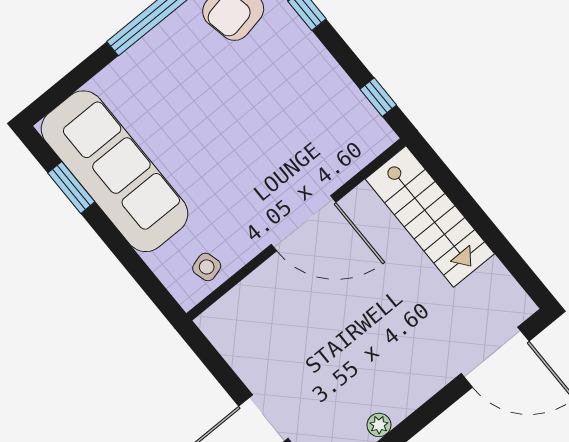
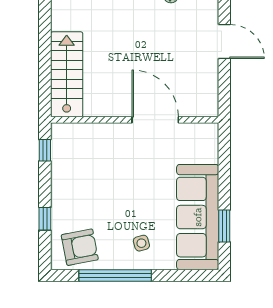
door: (304, 223) -> (155, 120), moved
side table: (207, 267) -> (141, 243), moved

